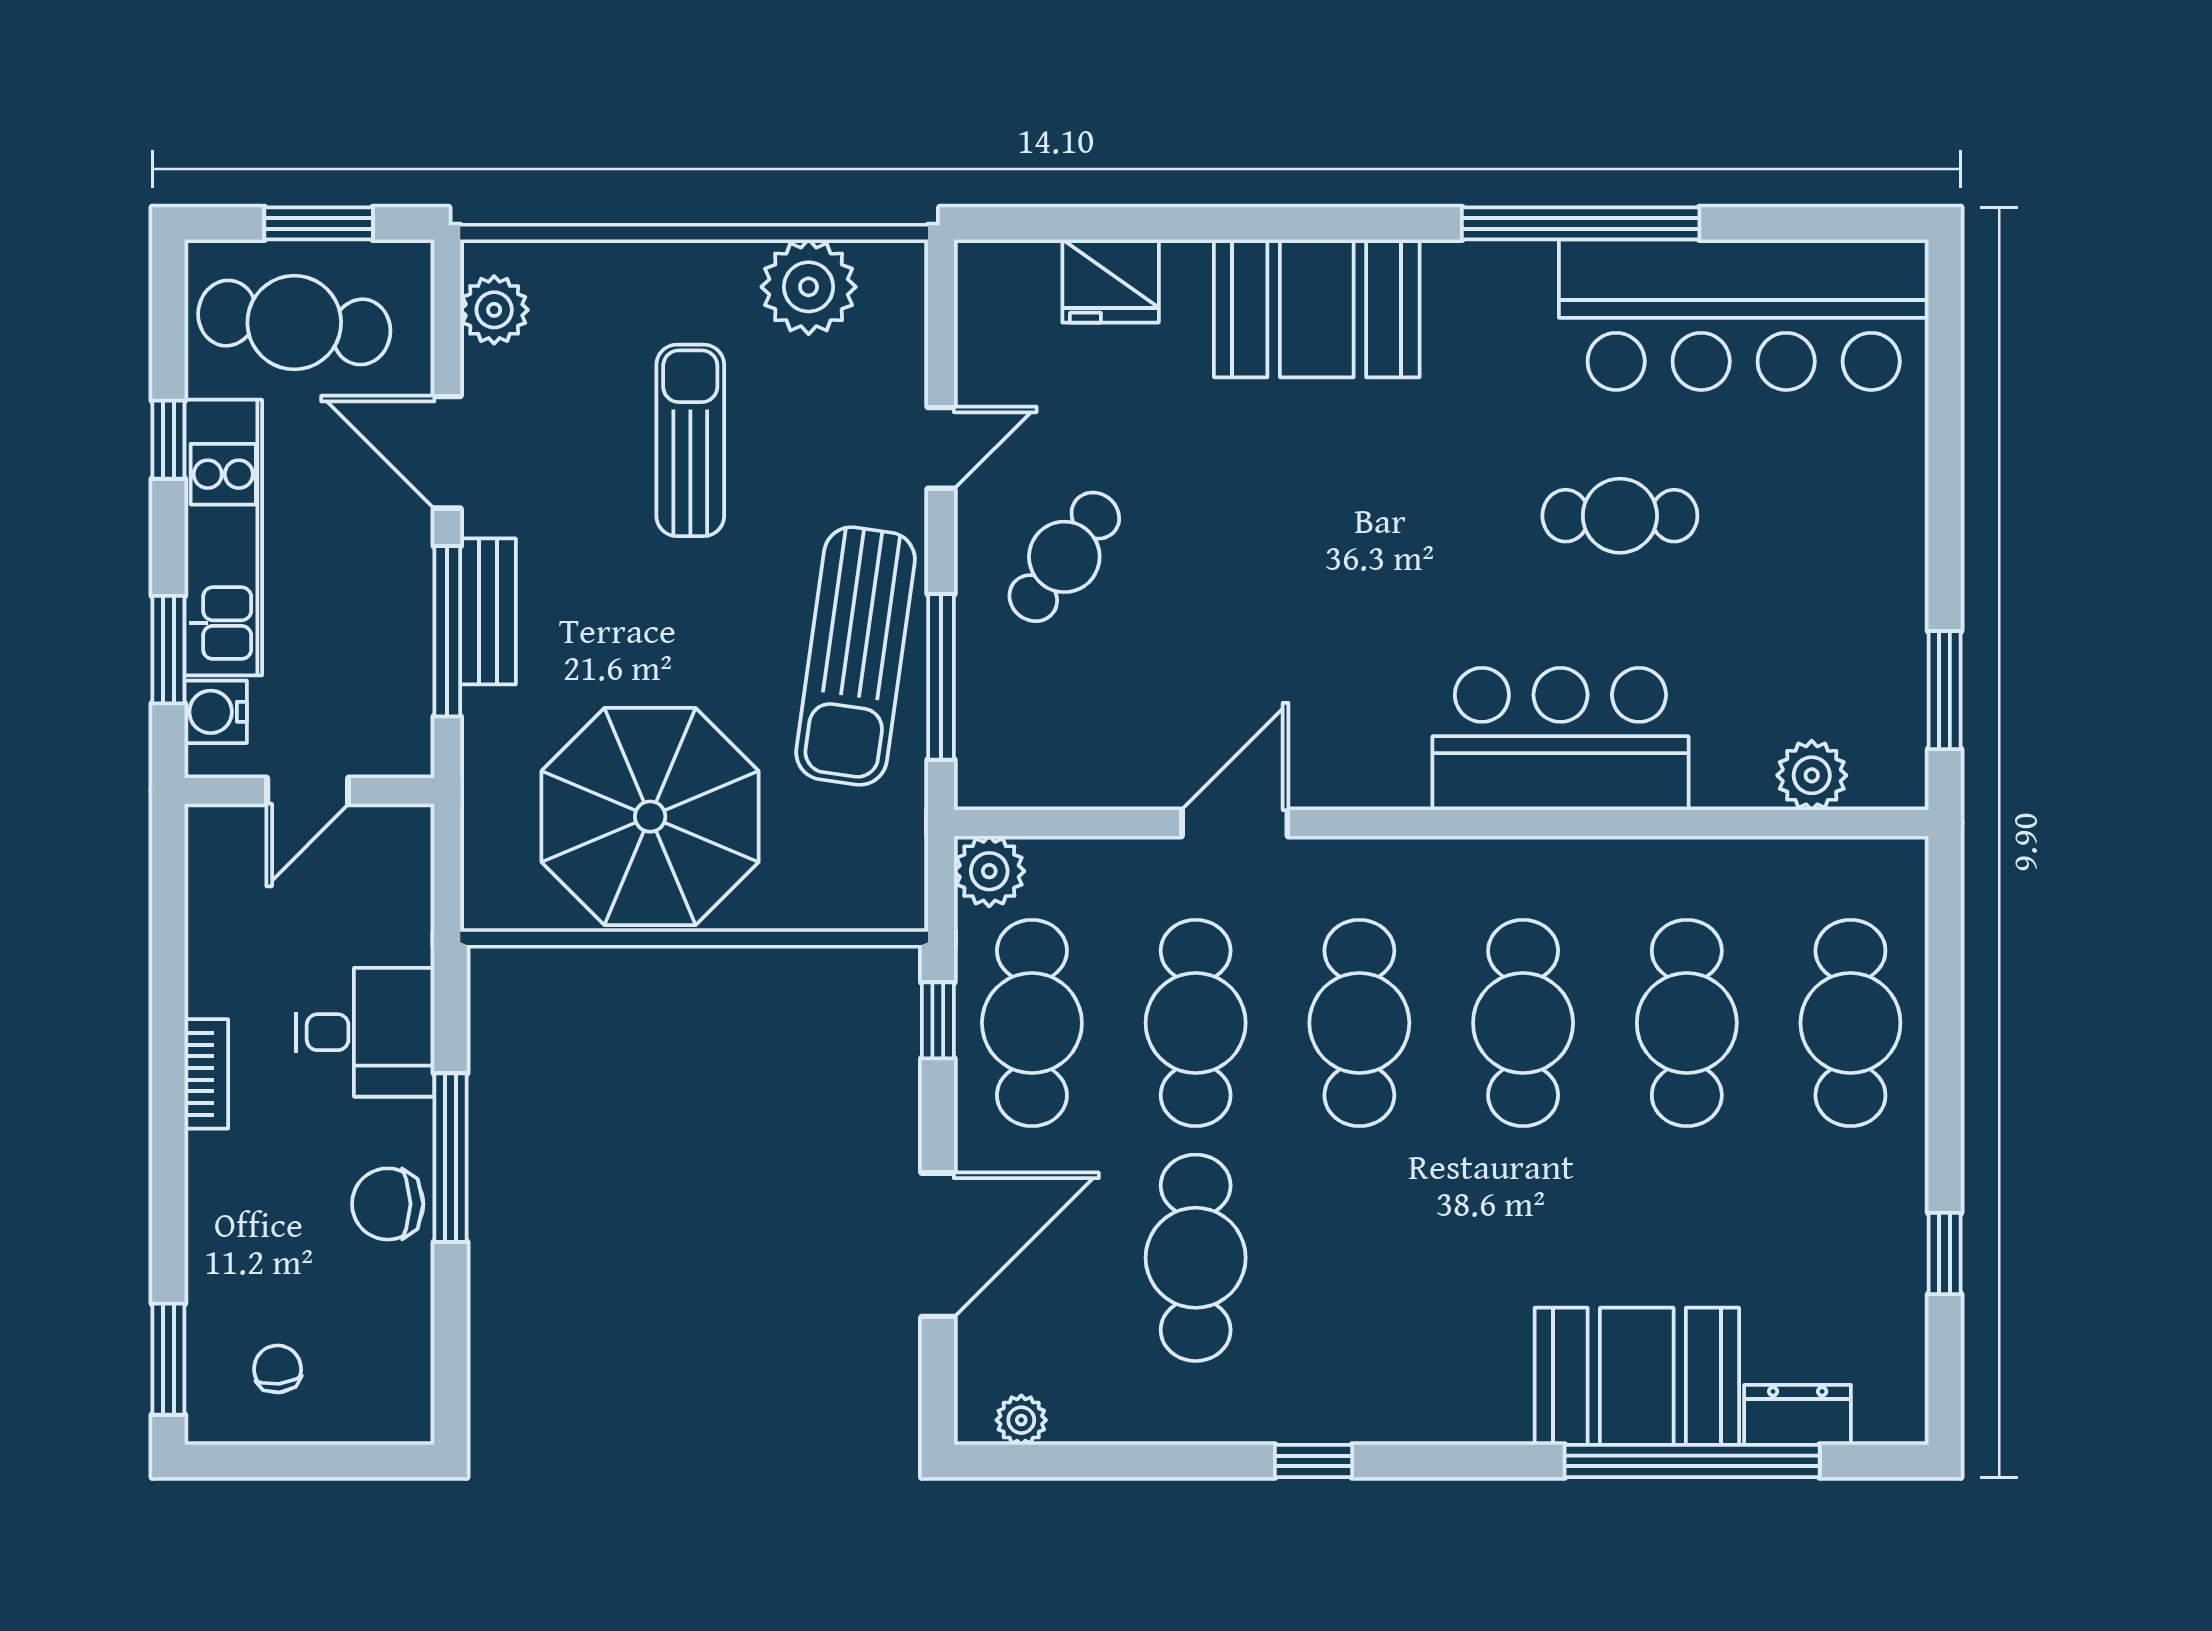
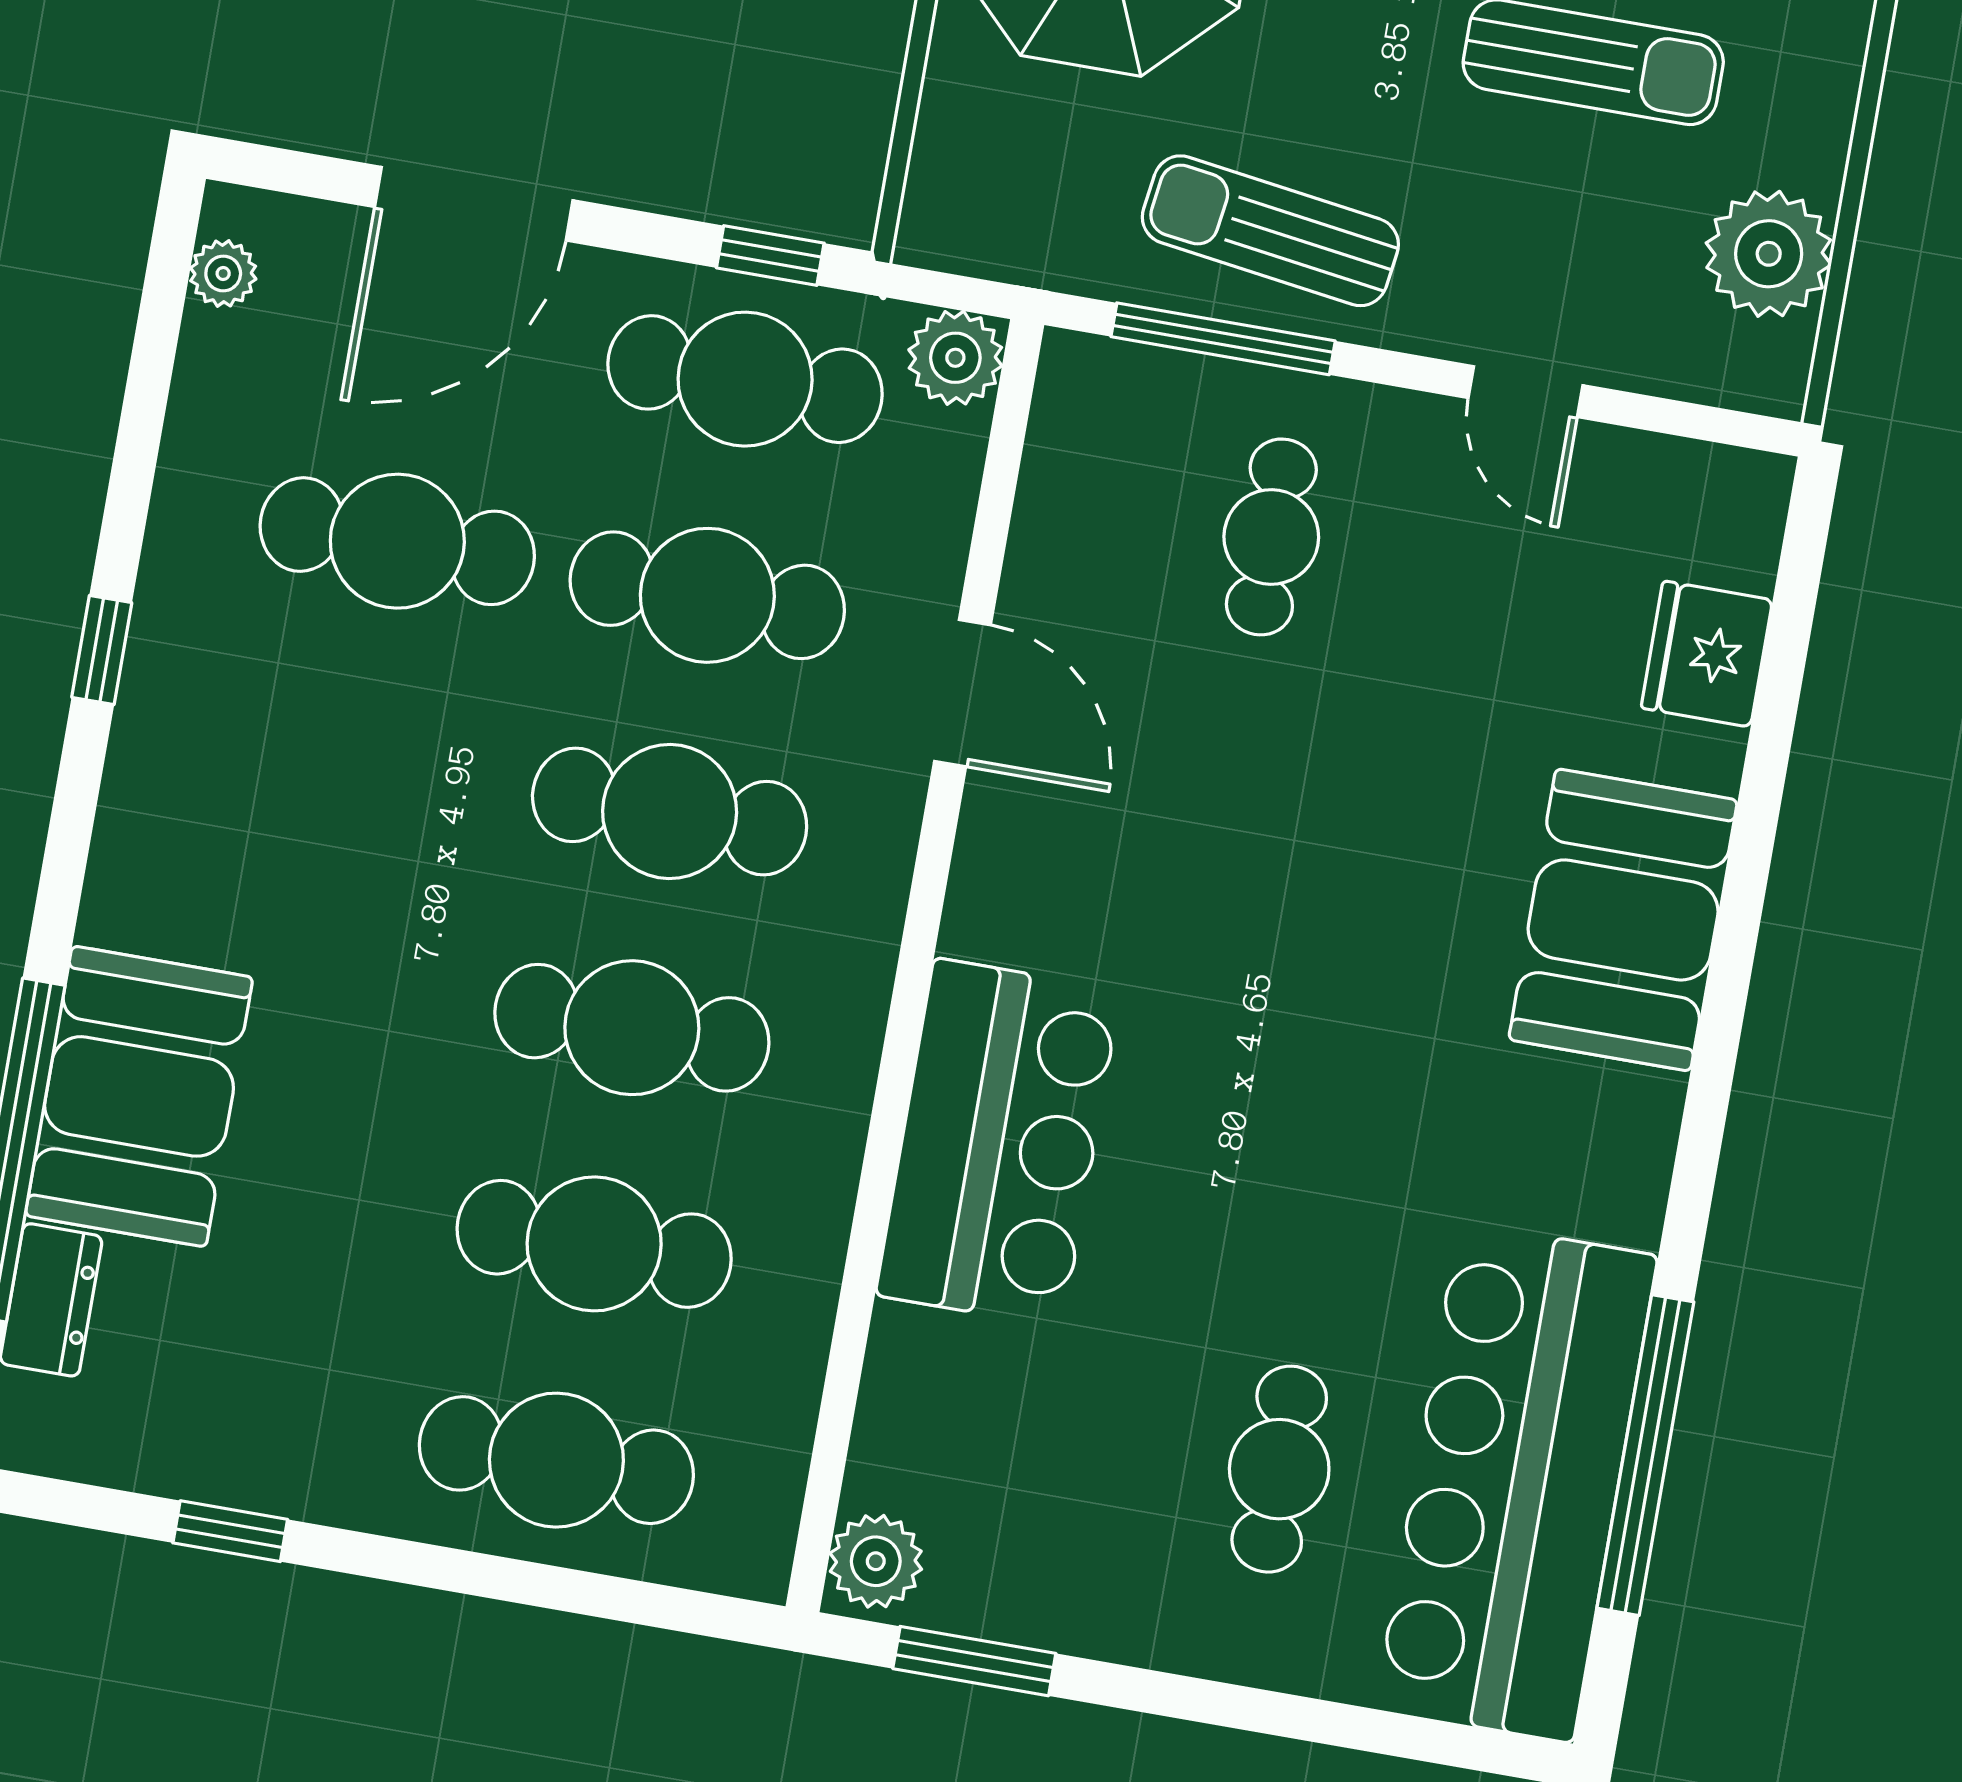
window: (1581, 223) -> (1645, 1455), moved
cafe table: (1620, 516) -> (1279, 1469), moved
cafe table: (1064, 557) -> (1271, 537), moved, turned 53
sun lounger: (856, 656) -> (1270, 231), width x0.73, depth x0.75
plant: (1812, 775) -> (876, 1561), moved
door: (938, 1245) -> (474, 204), hinge flipped

